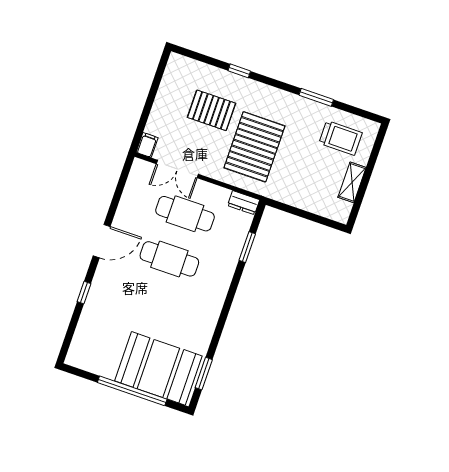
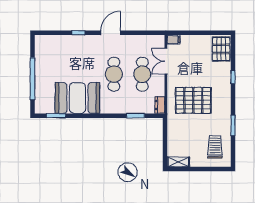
pallet: (211, 110) -> (221, 49), moved
trolley: (341, 138) -> (215, 147), turned 180
shelving: (352, 182) -> (178, 162), moved
door: (102, 241) -> (111, 33), swing flipped
booth: (158, 368) -> (77, 98), moved, turned 90

